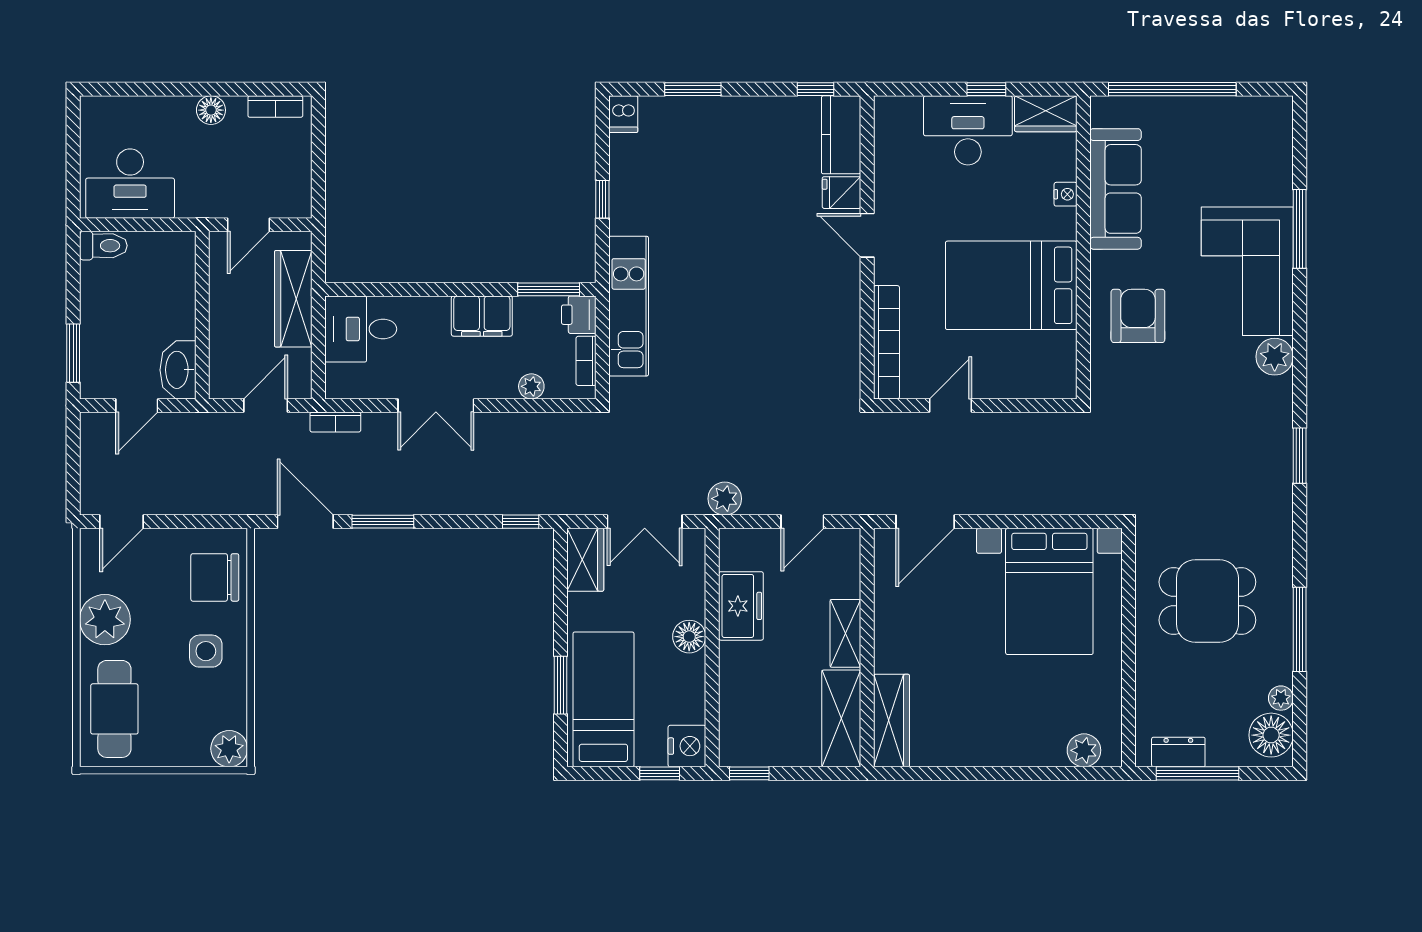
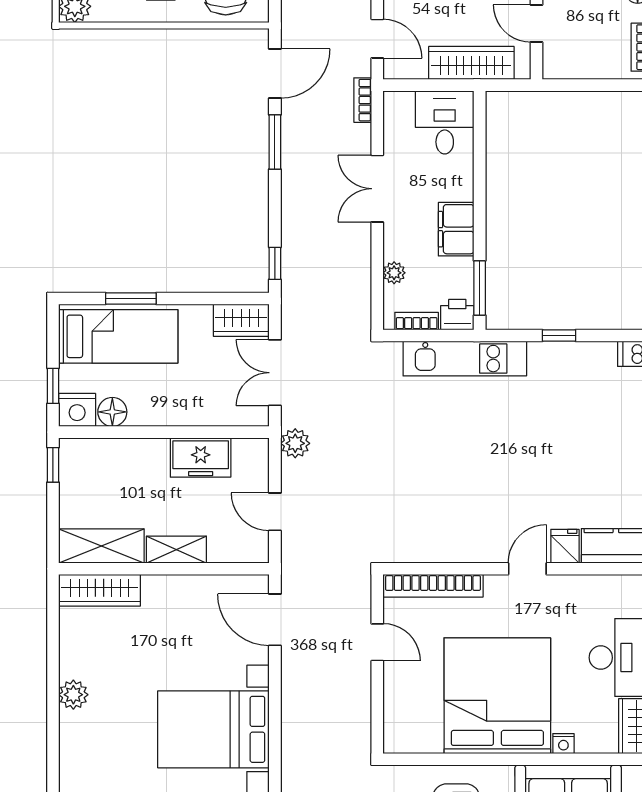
bed: (1011, 285) -> (497, 696), width x1.36
floor lamp: (689, 637) -> (112, 412), moved
plant: (1084, 750) -> (73, 695), moved

